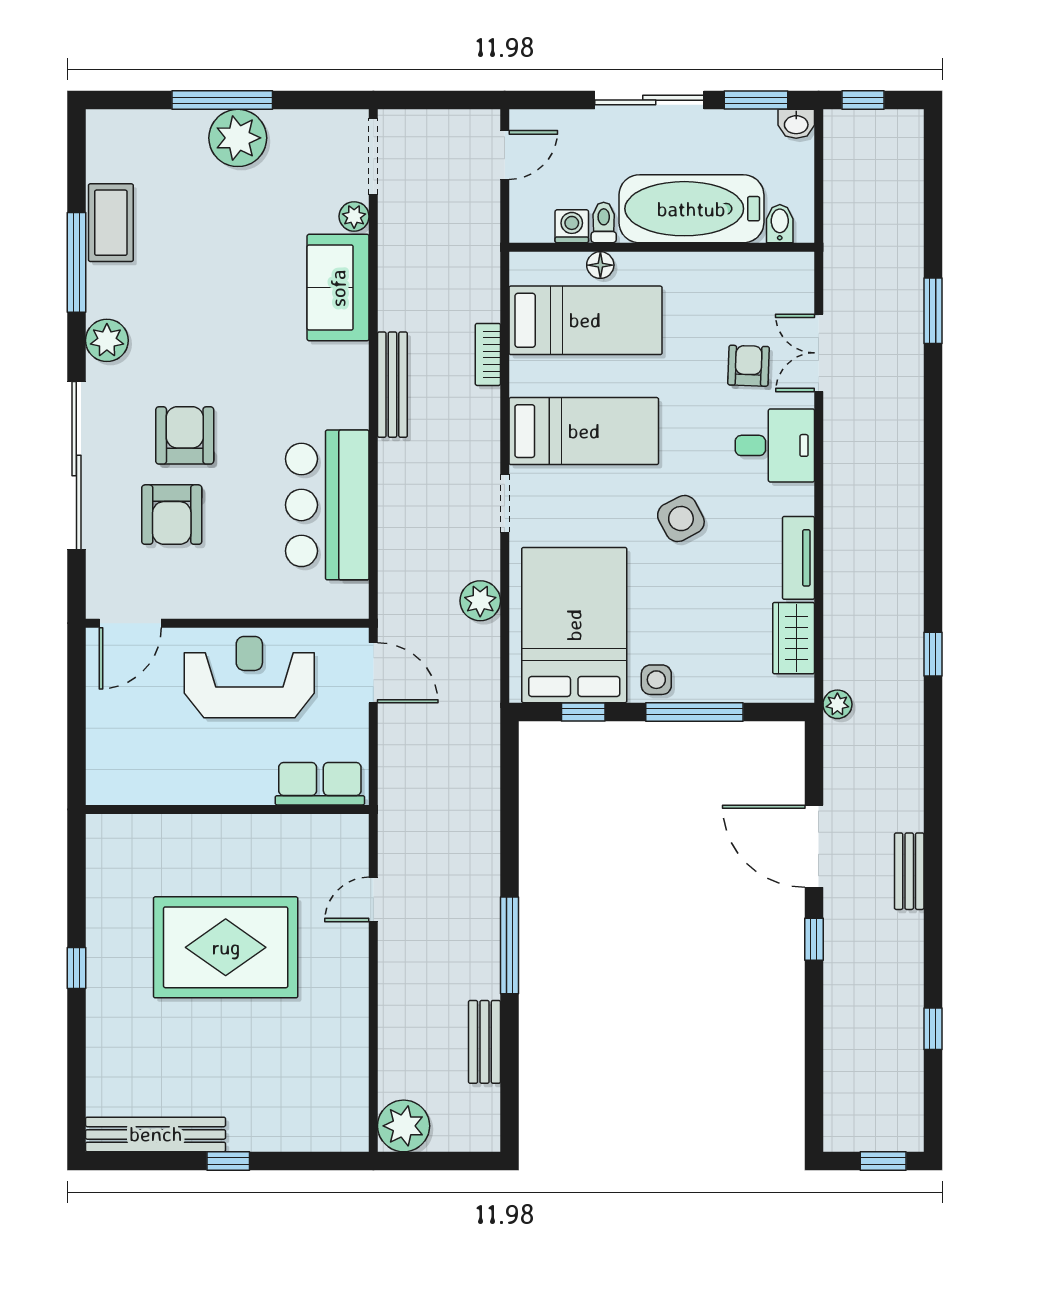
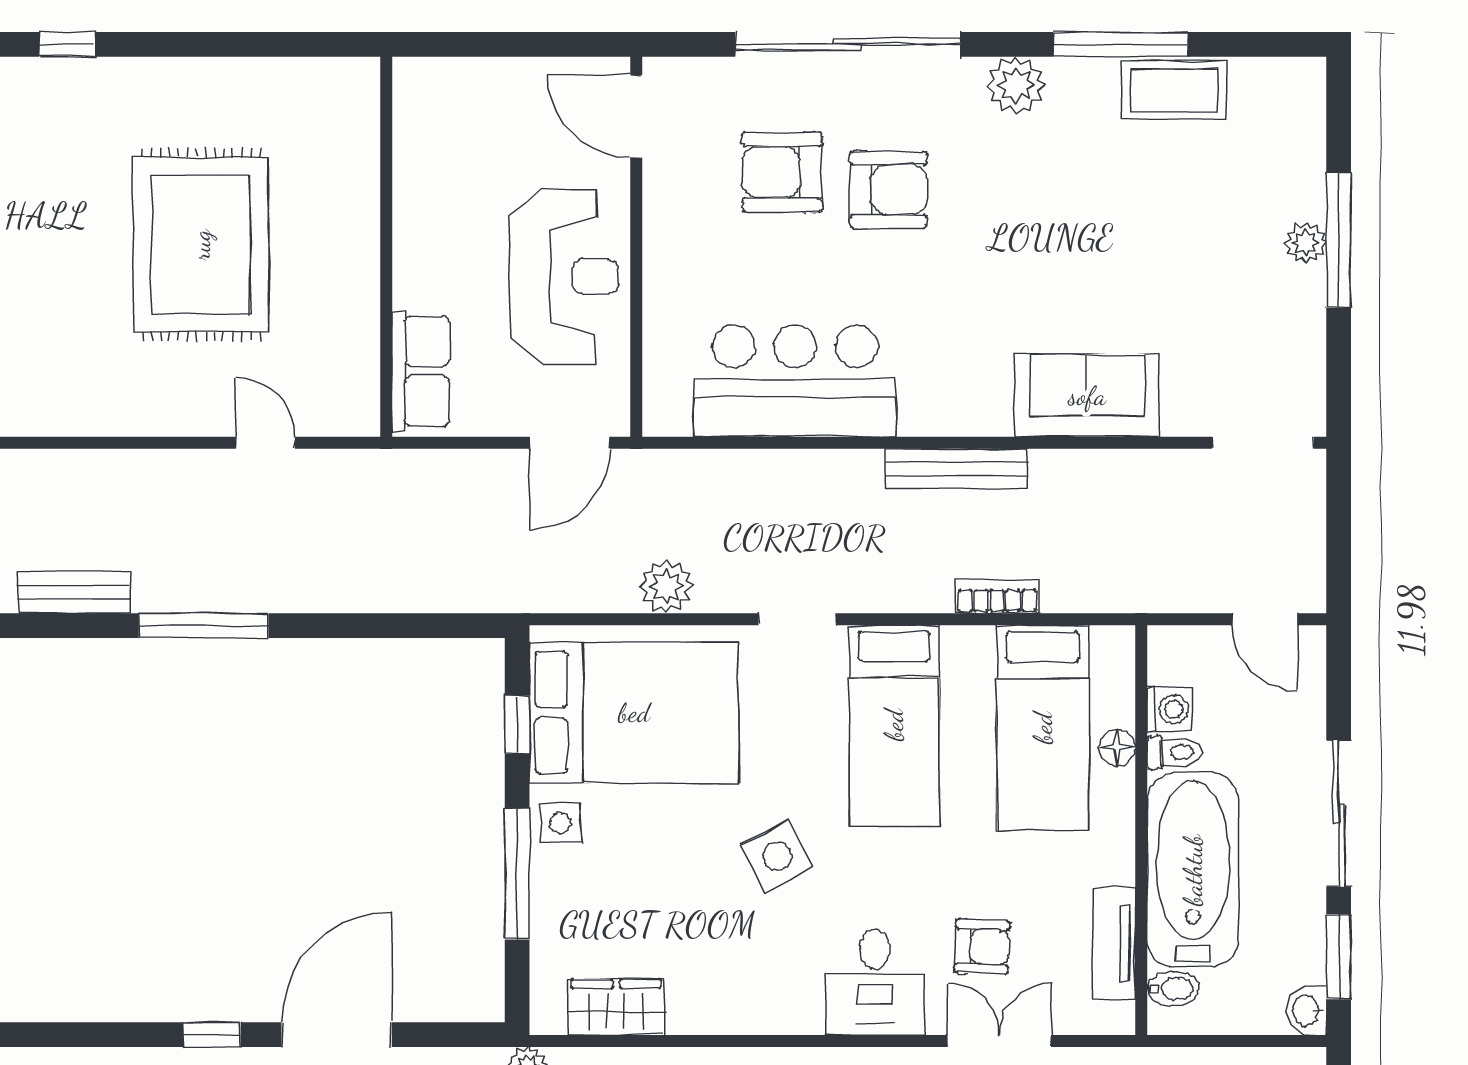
plant: (238, 138) -> (1306, 243), width x0.53, depth x0.53
plant: (354, 216) -> (1182, 417), removed
tv unit: (798, 558) -> (1114, 943), moved, turned -90
window: (76, 968) -> (67, 44), moved

